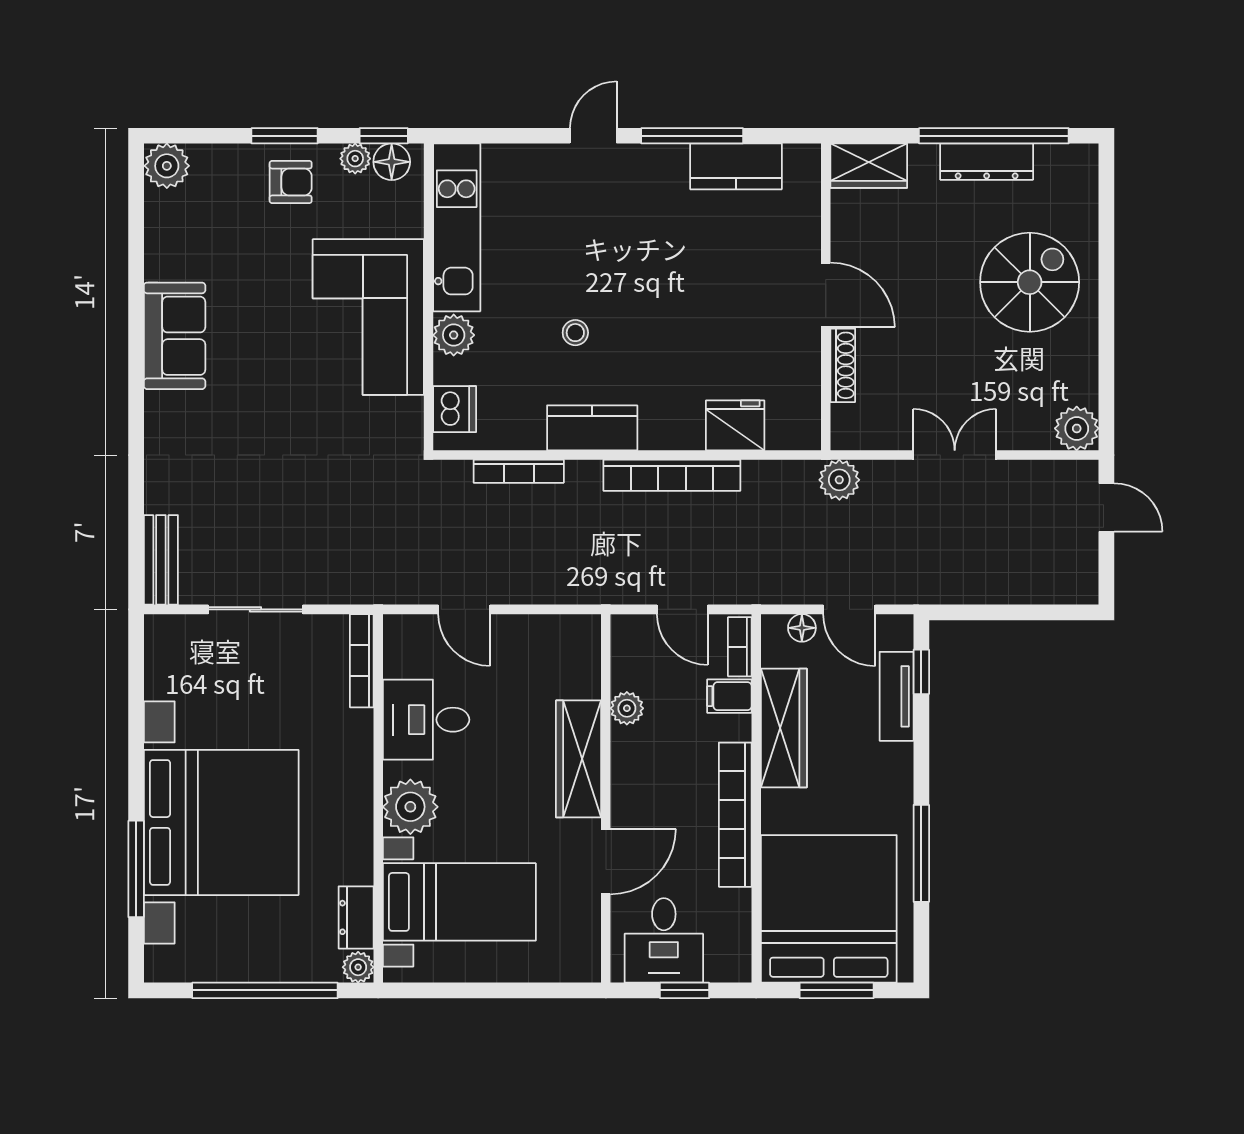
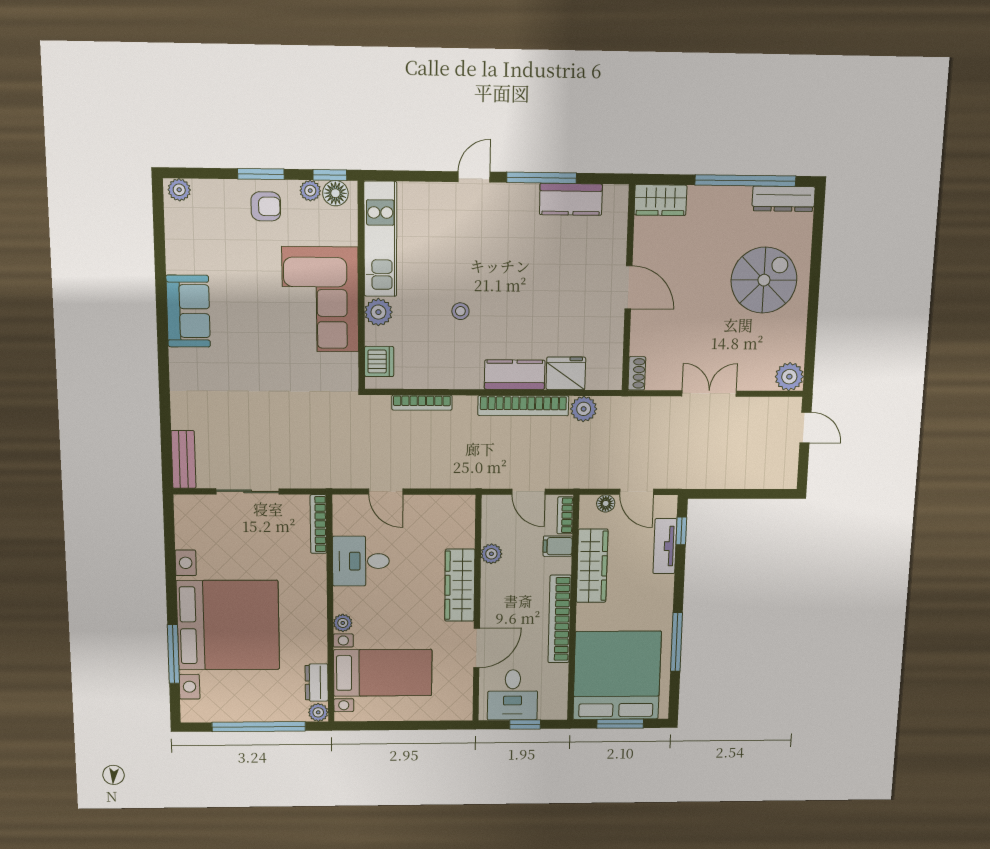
dresser: (987, 162) -> (784, 199), moved
plant: (167, 166) -> (179, 190), width x0.73, depth x0.73
shoe rack: (843, 365) -> (637, 373), moved, width x0.70
kitchen counter: (592, 428) -> (515, 375), moved
plant: (839, 480) -> (584, 409), moved
plant: (410, 807) -> (343, 623), width x0.53, depth x0.53

